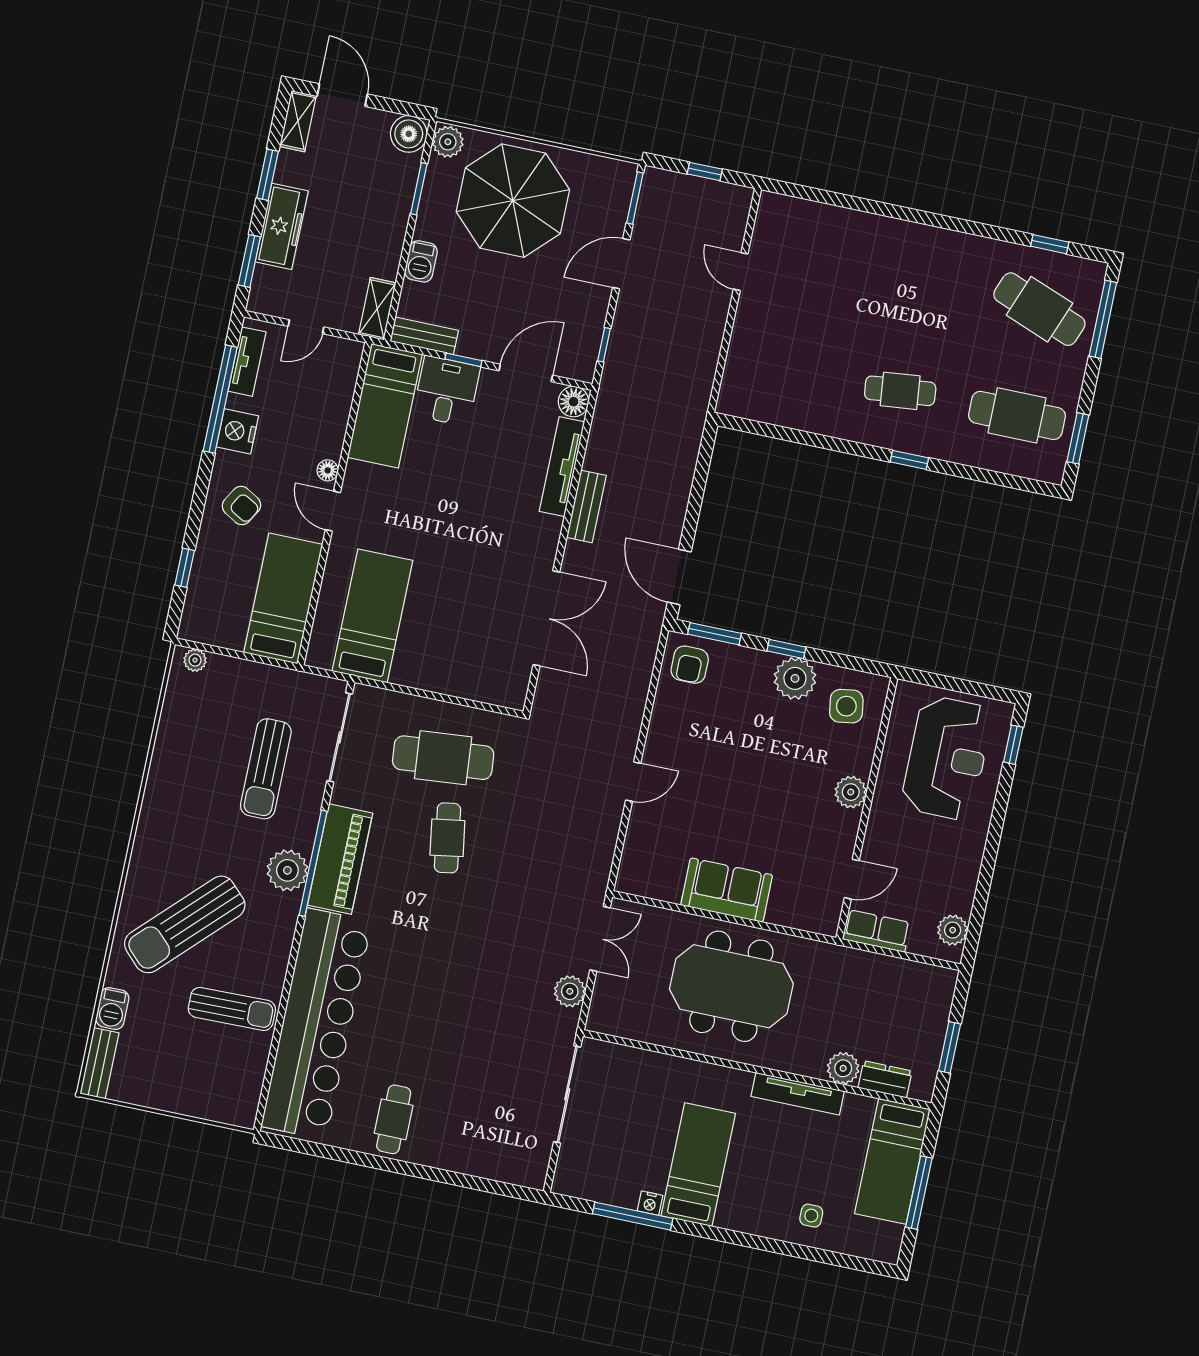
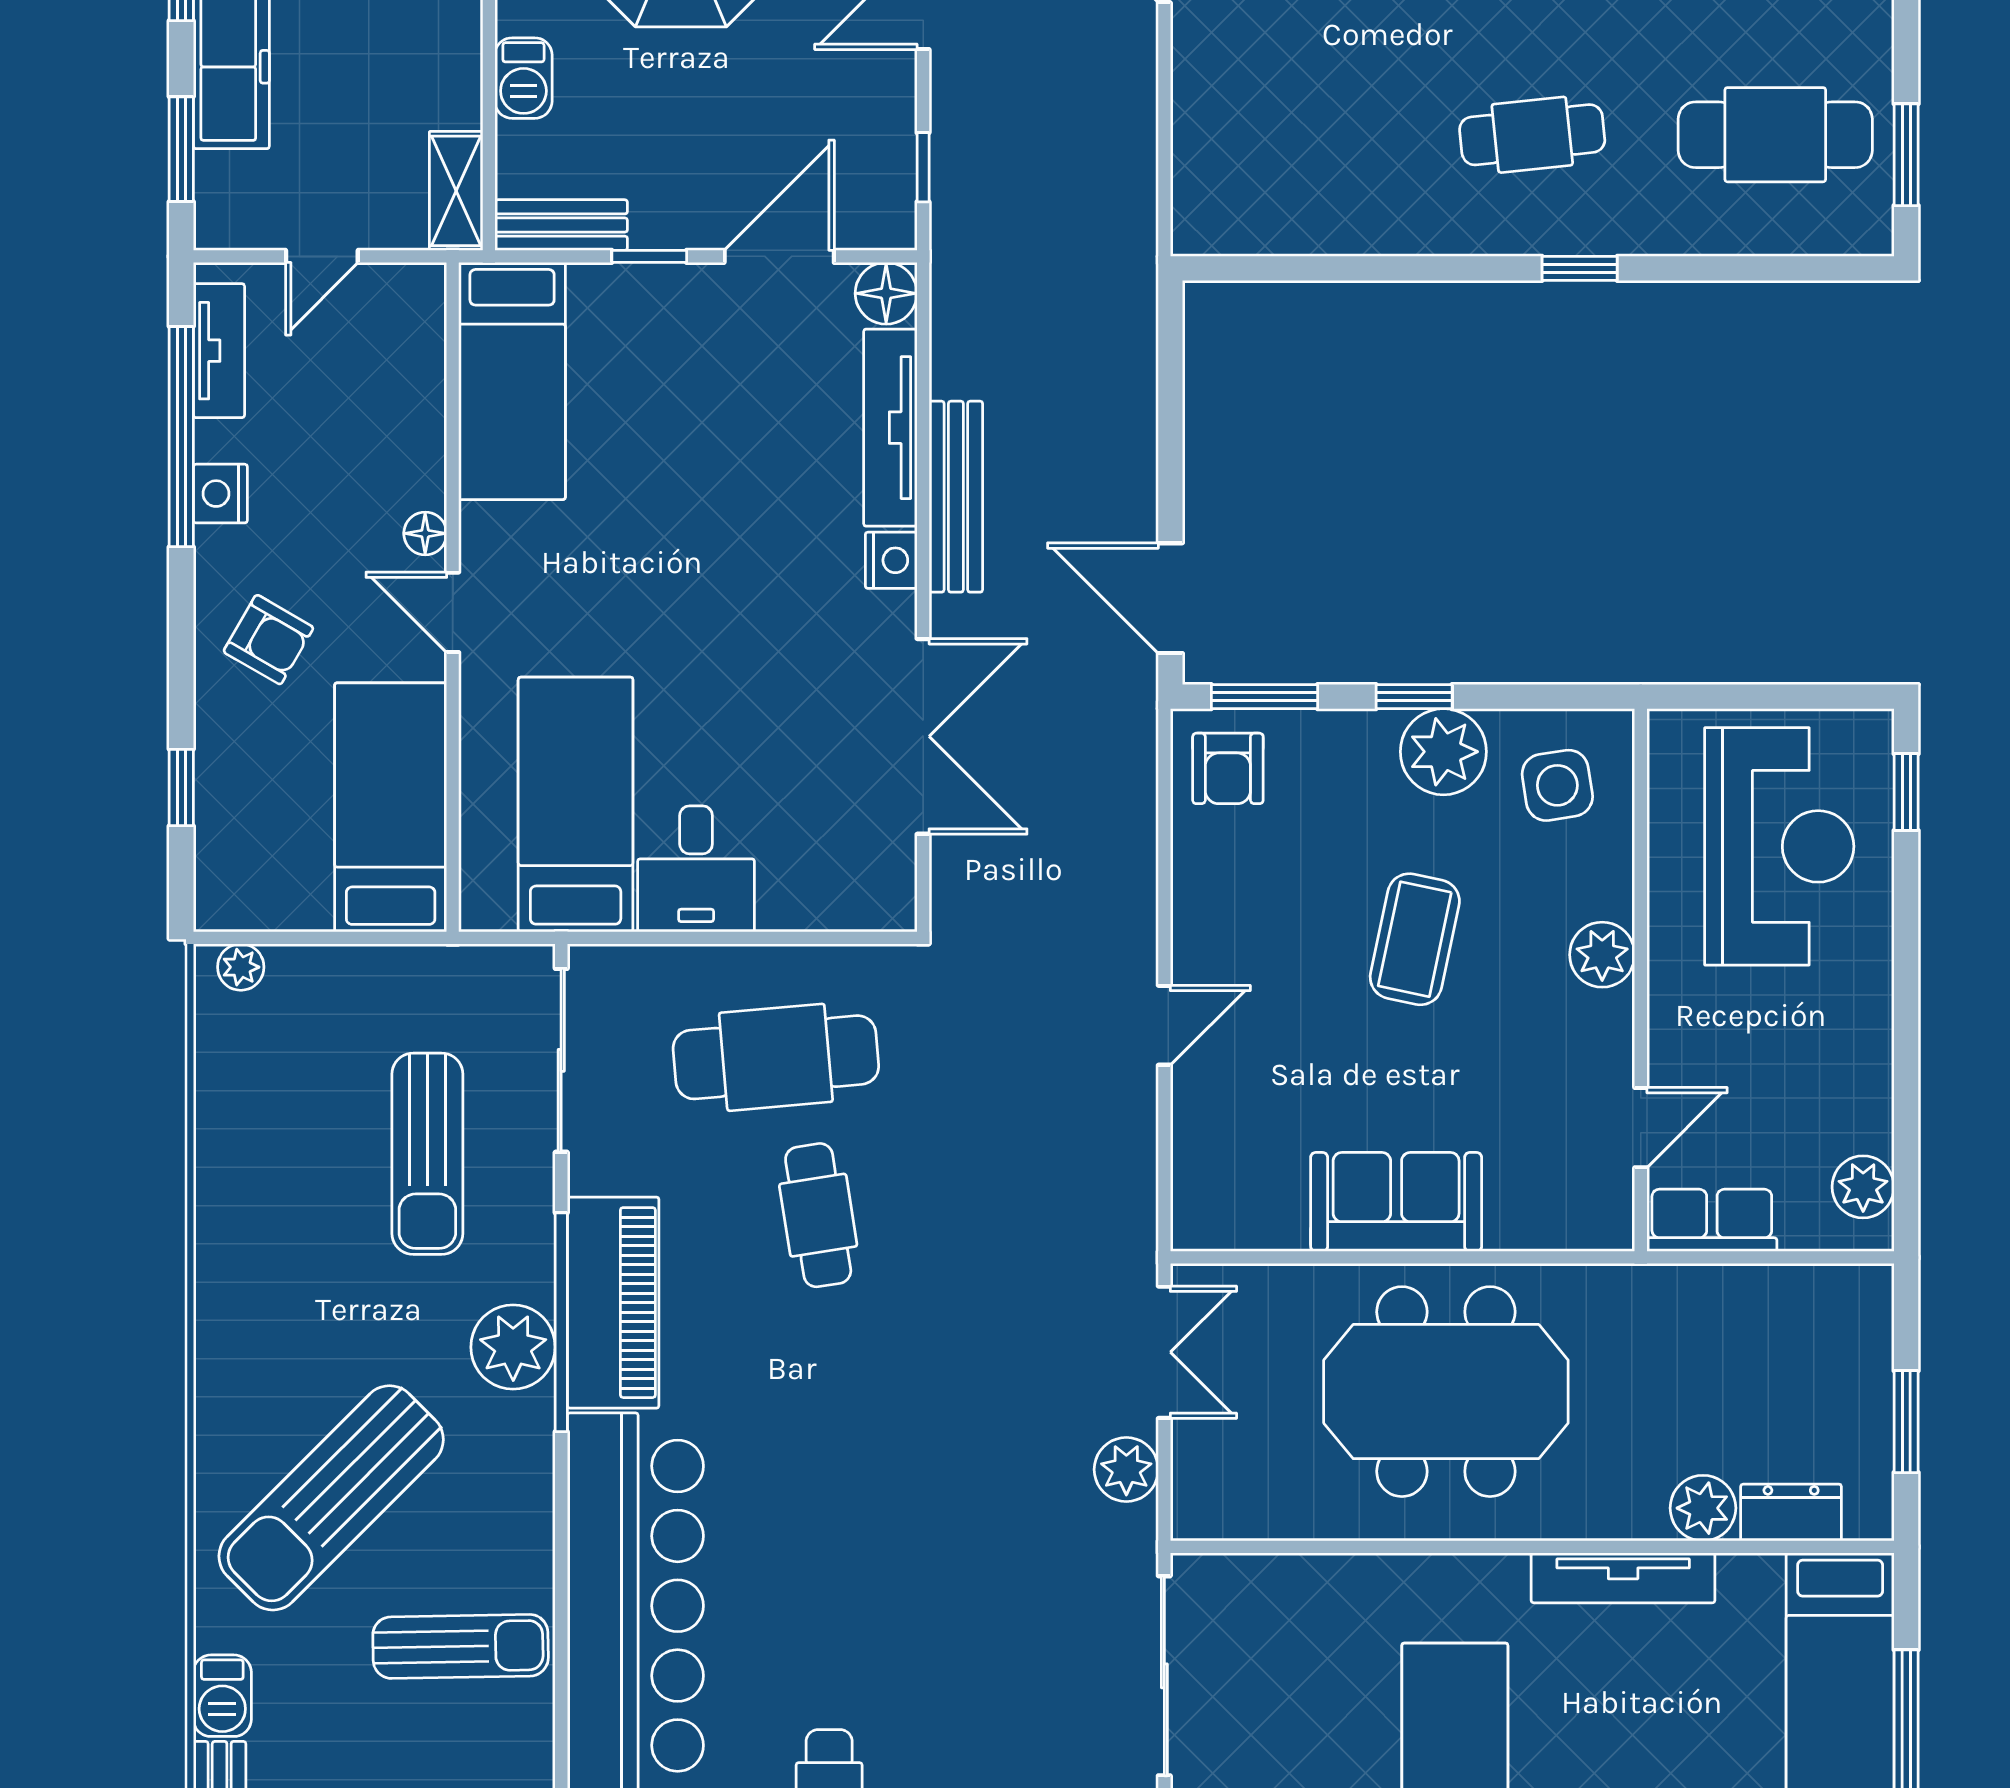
desk: (446, 391) -> (696, 869), moved, turned 180
nightstand: (237, 431) -> (220, 494), width x0.74, depth x0.75
bench: (586, 506) -> (956, 497), width x1.36
nightstand: (549, 530) -> (891, 560), added
coffee table: (762, 766) -> (1415, 939), added

